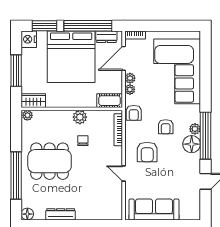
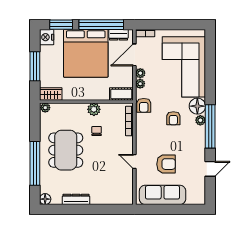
floor lamp: (192, 144) -> (197, 106), moved
armchair: (147, 152) -> (166, 164), moved, turned -90
dining table: (50, 161) -> (66, 150), turned 90

